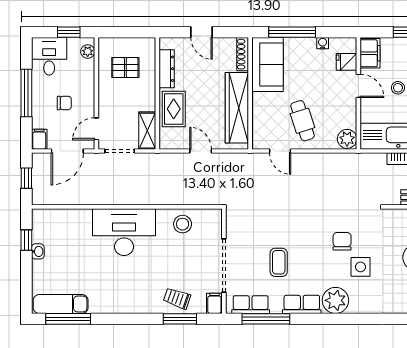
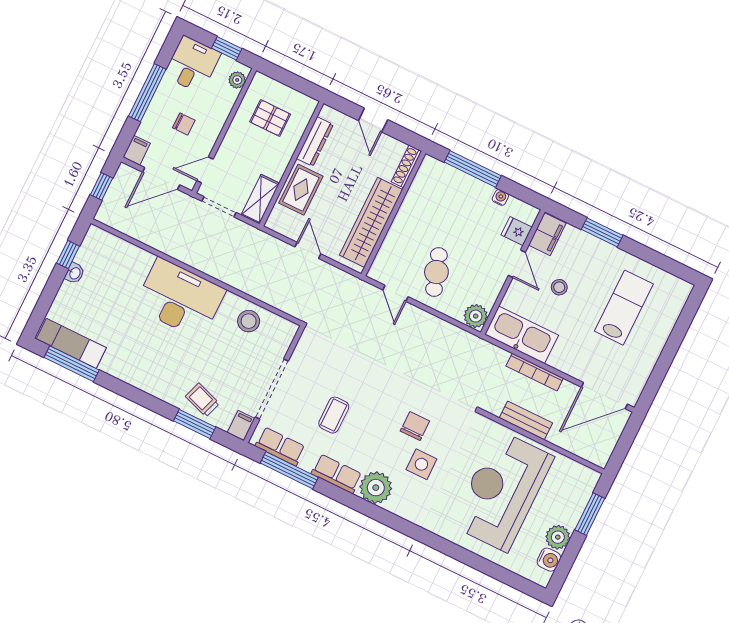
sofa: (267, 64) -> (428, 191), removed

